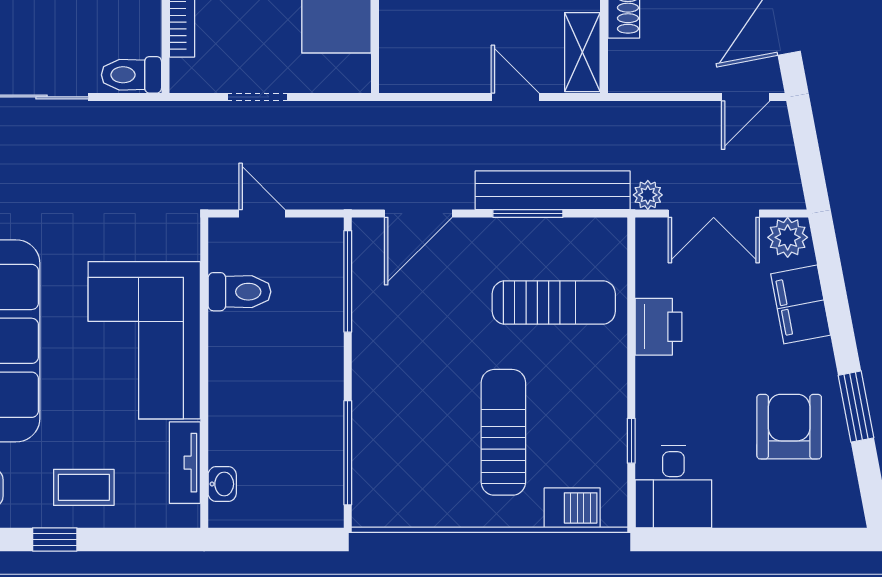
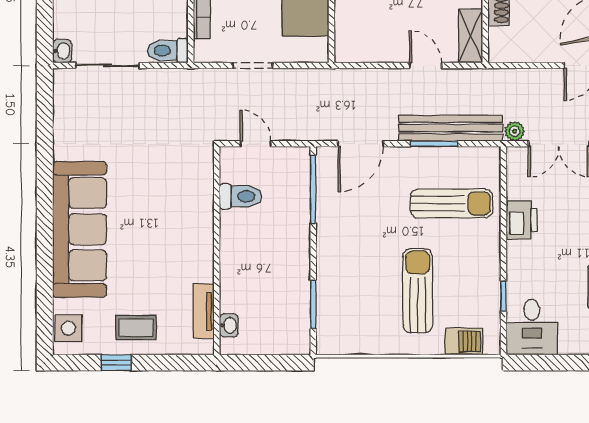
corner sofa: (144, 340) -> (176, 229), removed
window: (348, 453) -> (313, 304), width x0.69

